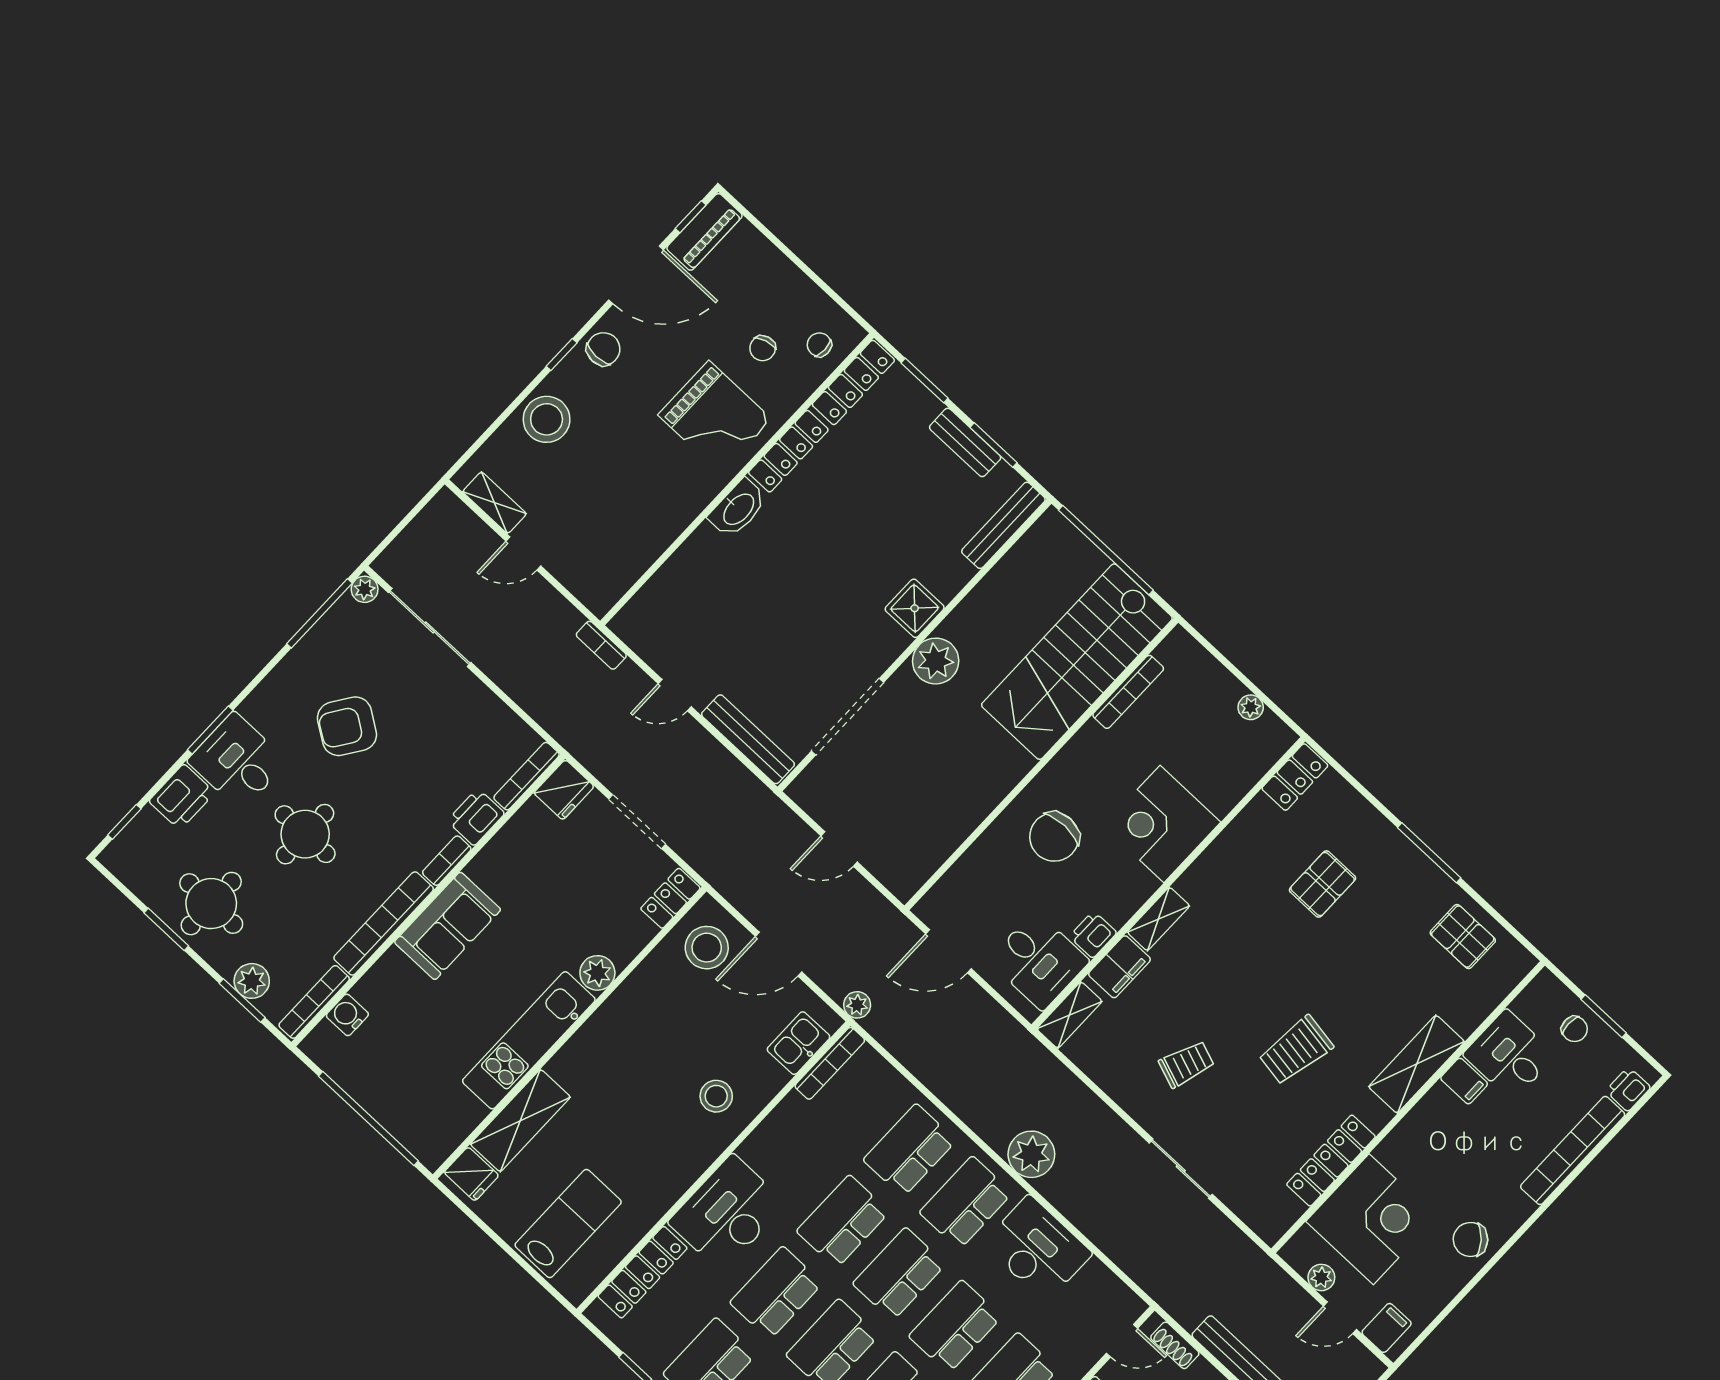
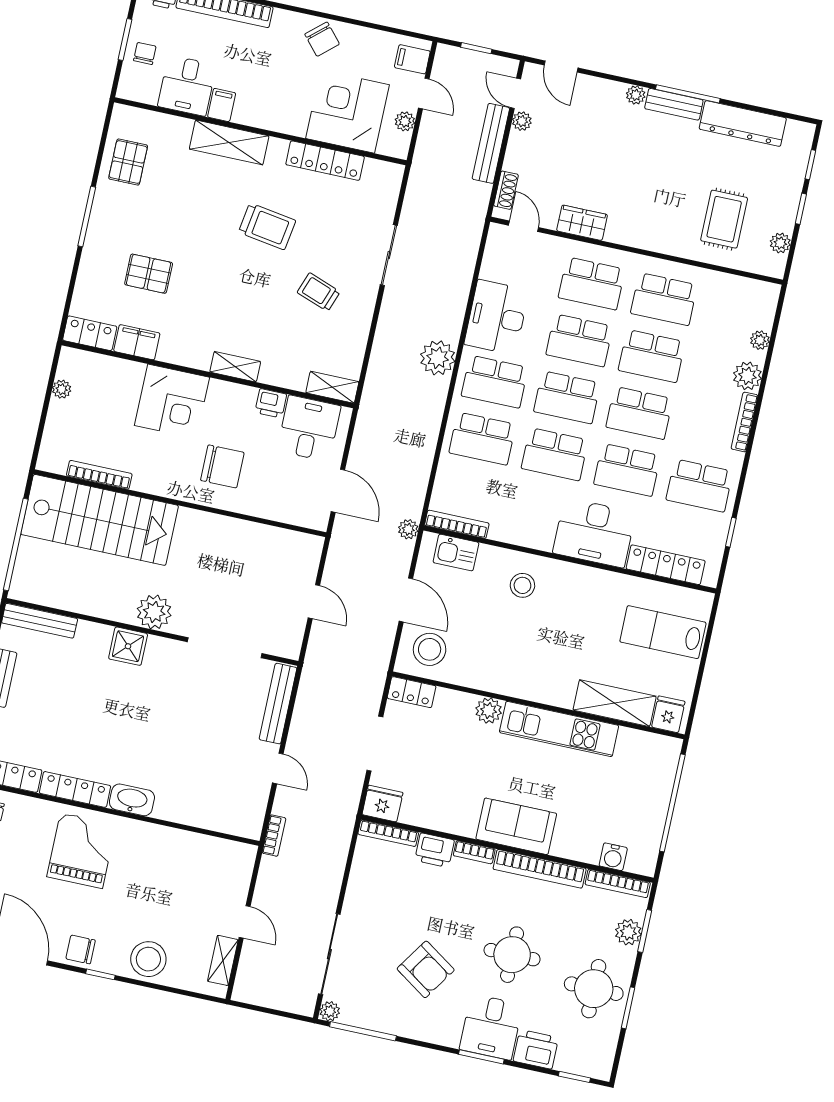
chair: (763, 348) -> (18, 846), removed
filing cabinet: (1120, 967) -> (137, 342), moved

